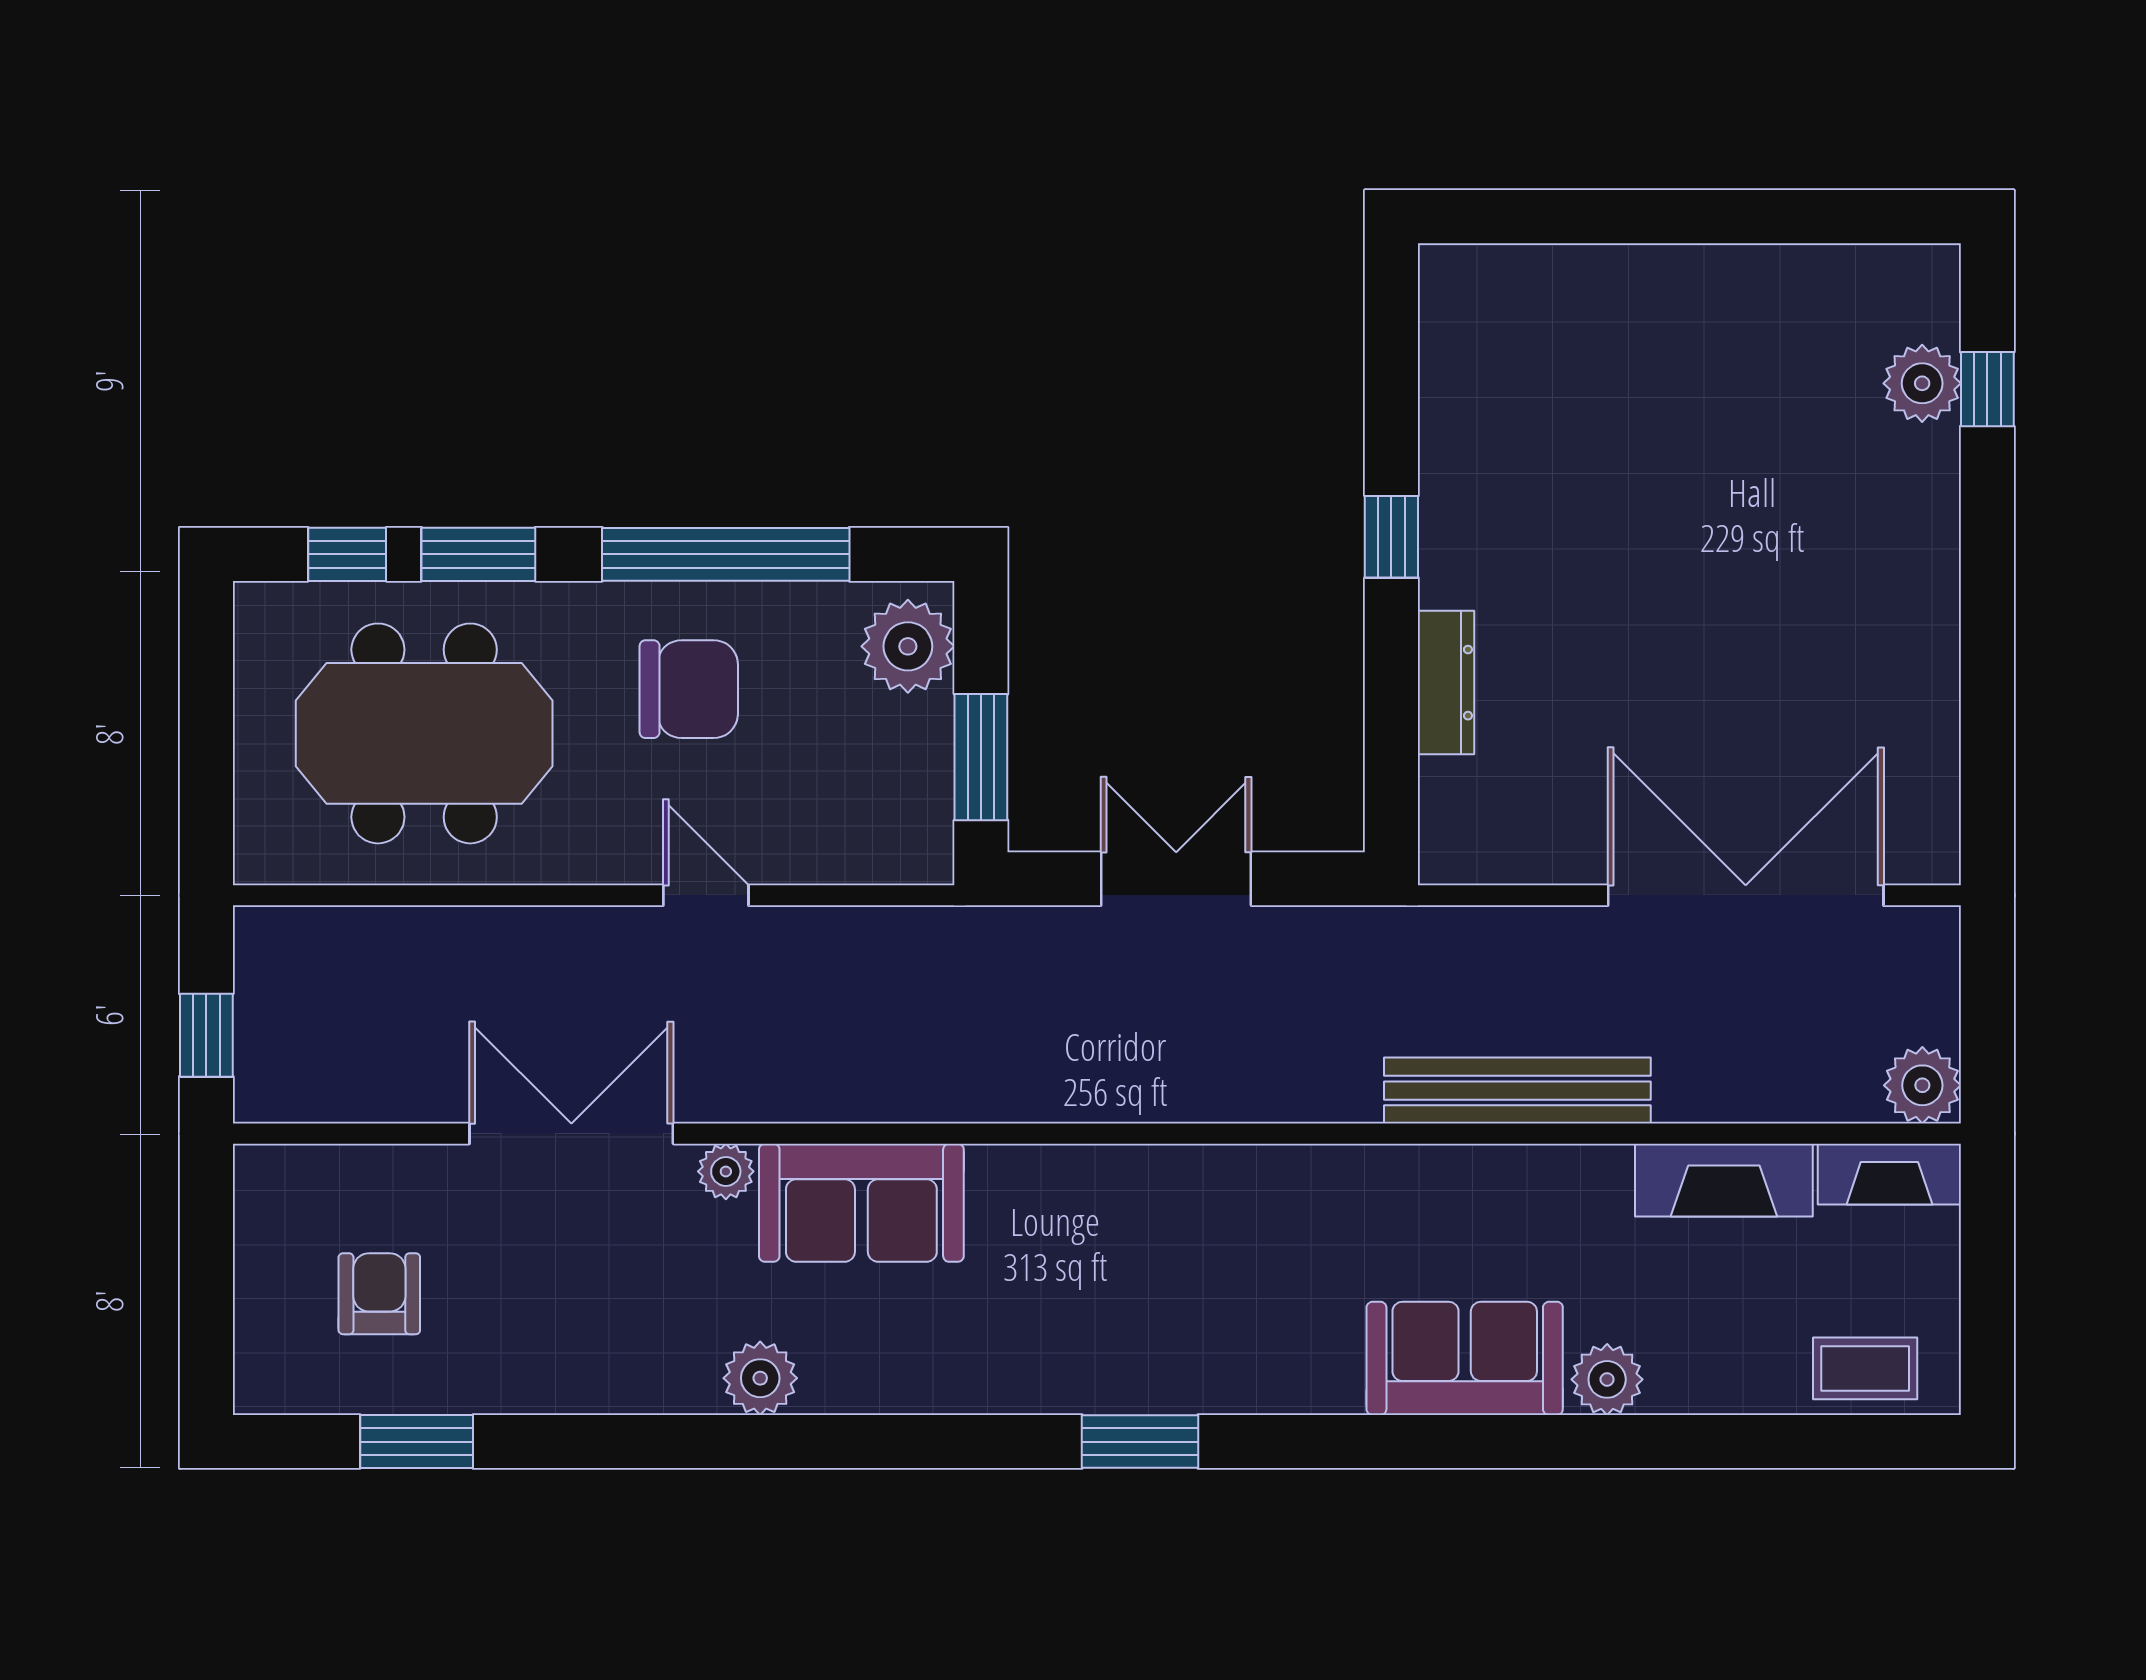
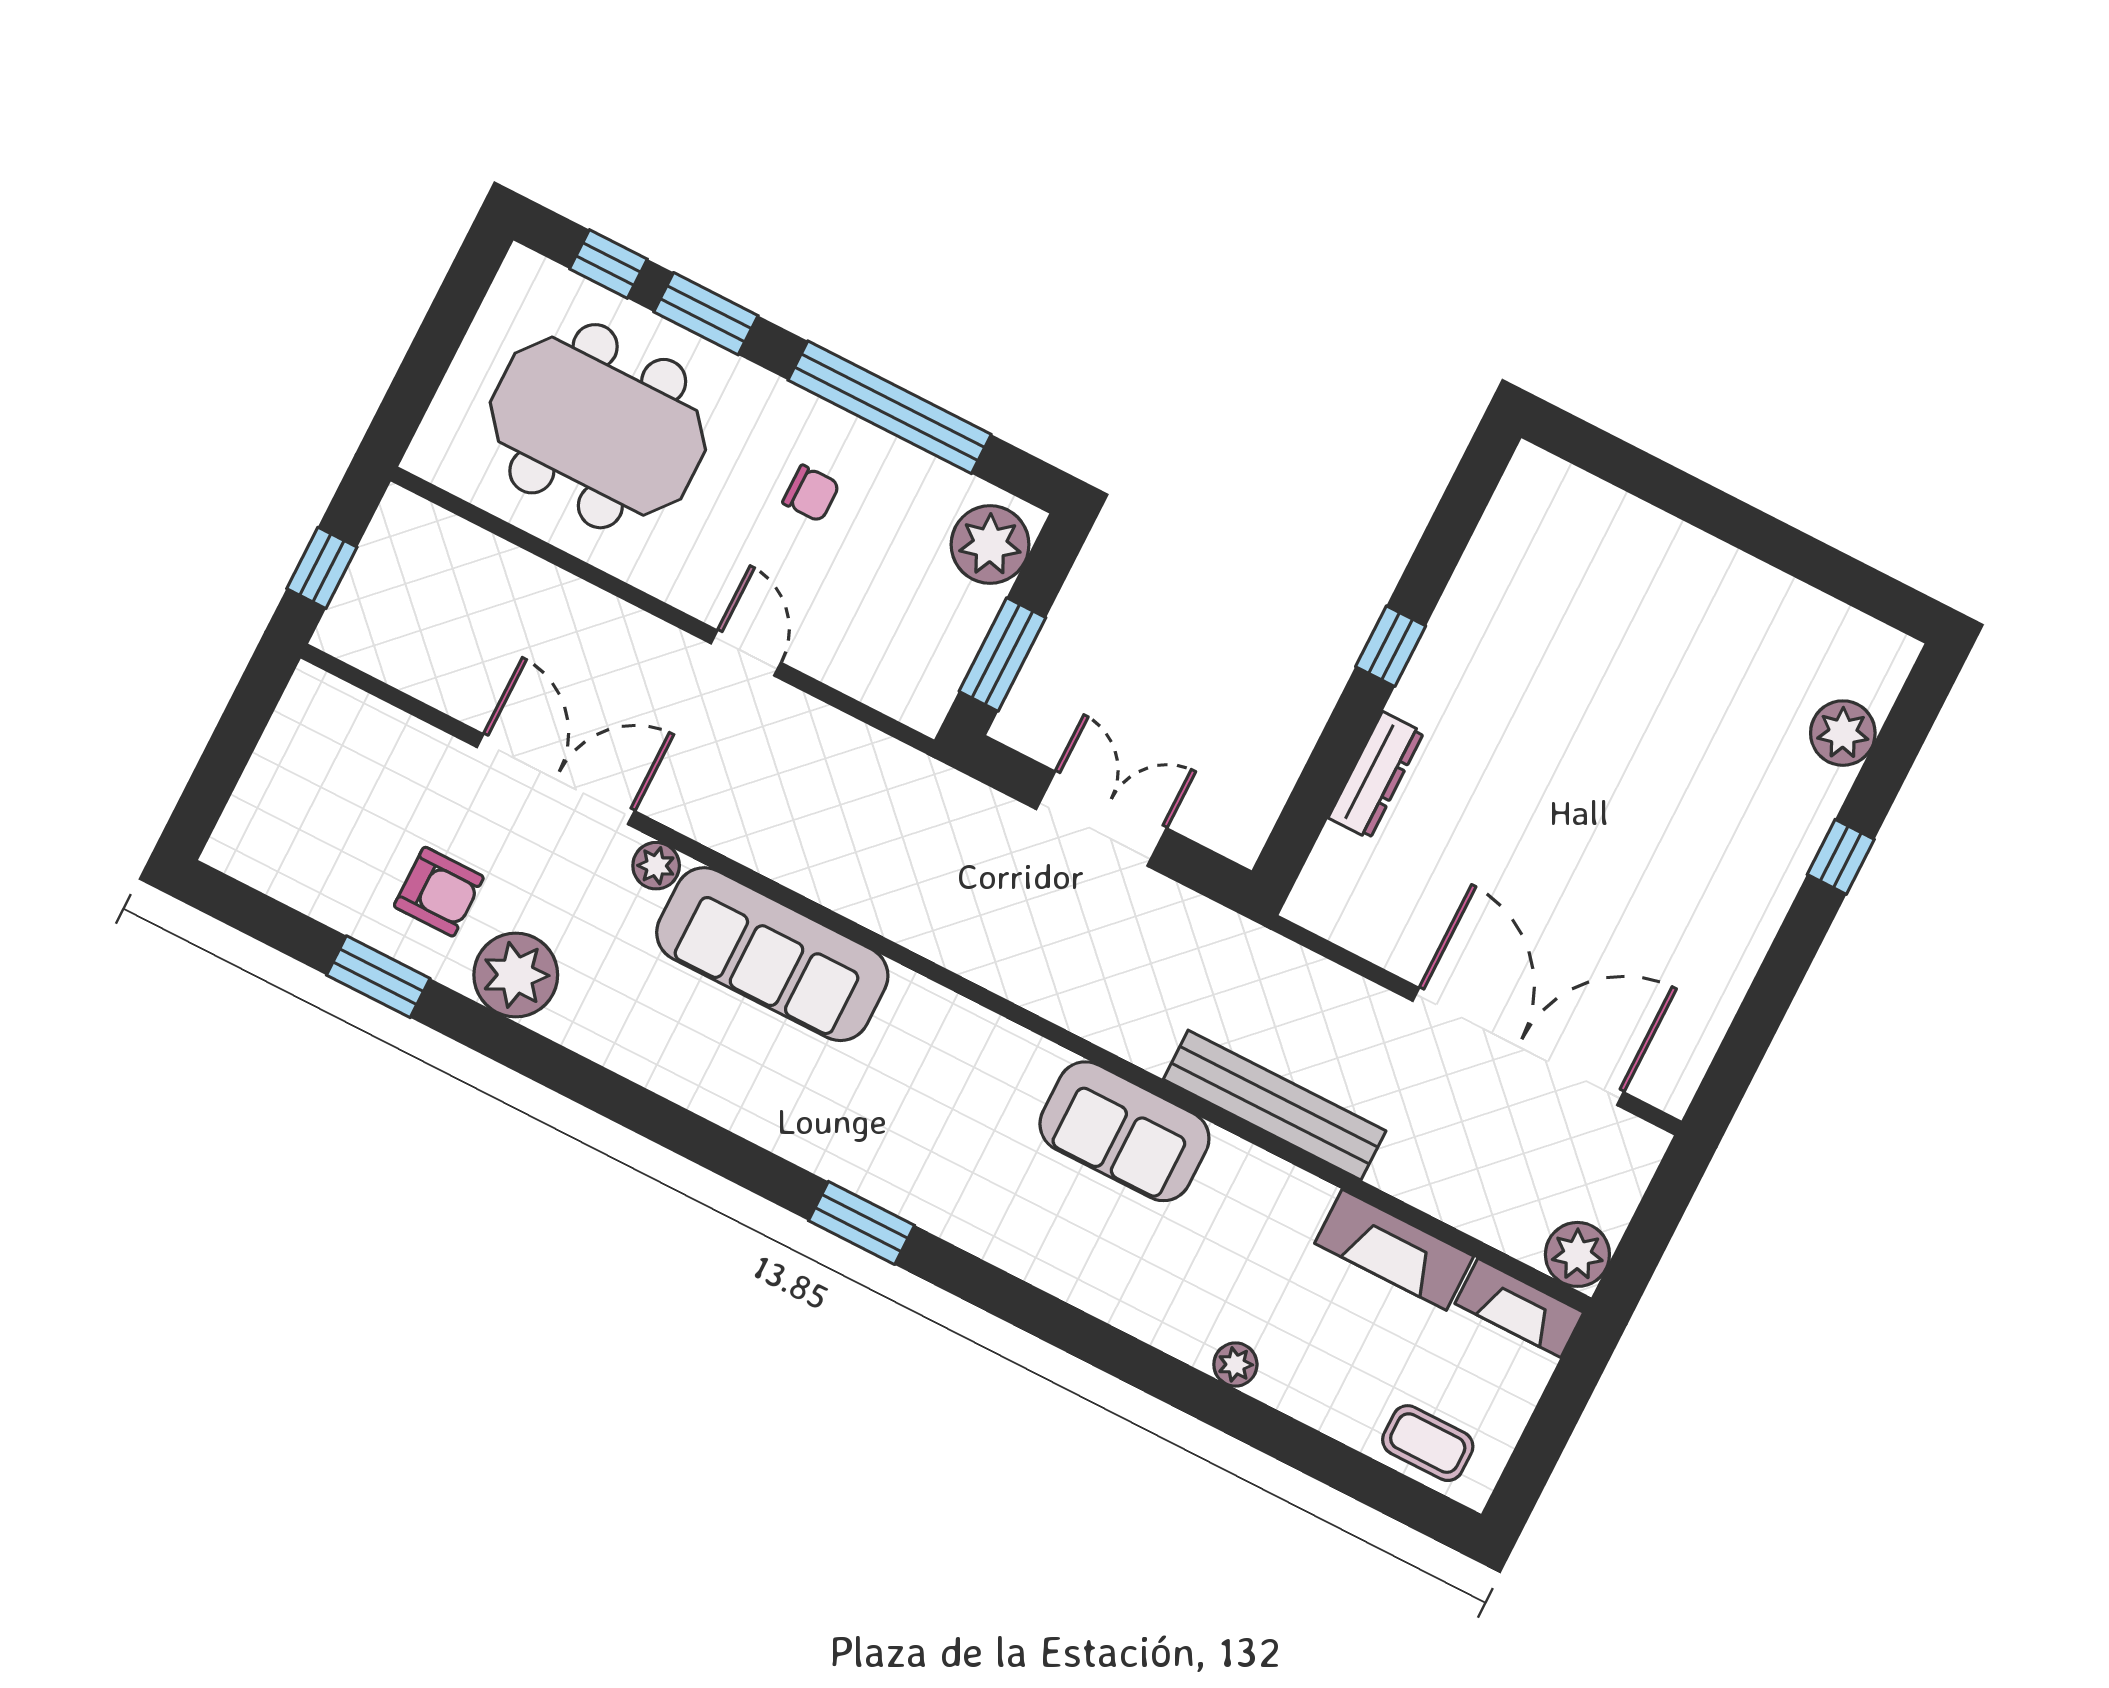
window: (1987, 389) -> (1841, 857), moved
chair: (689, 689) -> (811, 493), width x0.54, depth x0.54
sofa: (861, 1203) -> (772, 954), width x1.36
armchair: (379, 1294) -> (439, 892), moved, turned 90
sofa: (1465, 1358) -> (1124, 1131), moved, turned 180
plant: (760, 1378) -> (516, 975), moved, width x1.36, depth x1.36
plant: (1607, 1379) -> (1235, 1364), width x0.73, depth x0.73
window: (417, 1442) -> (378, 977), moved

